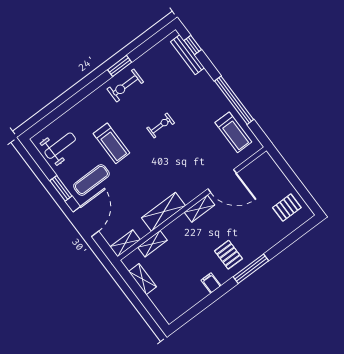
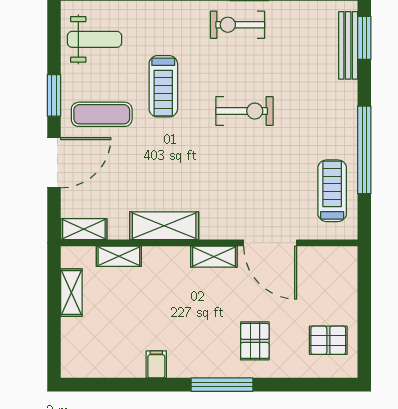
window: (193, 45) -> (364, 38), width x1.50
exercise bike: (161, 125) -> (244, 111), width x1.38, depth x1.39
treadmill: (233, 132) -> (332, 191), turned 180
pallet: (228, 255) -> (255, 341), moved

